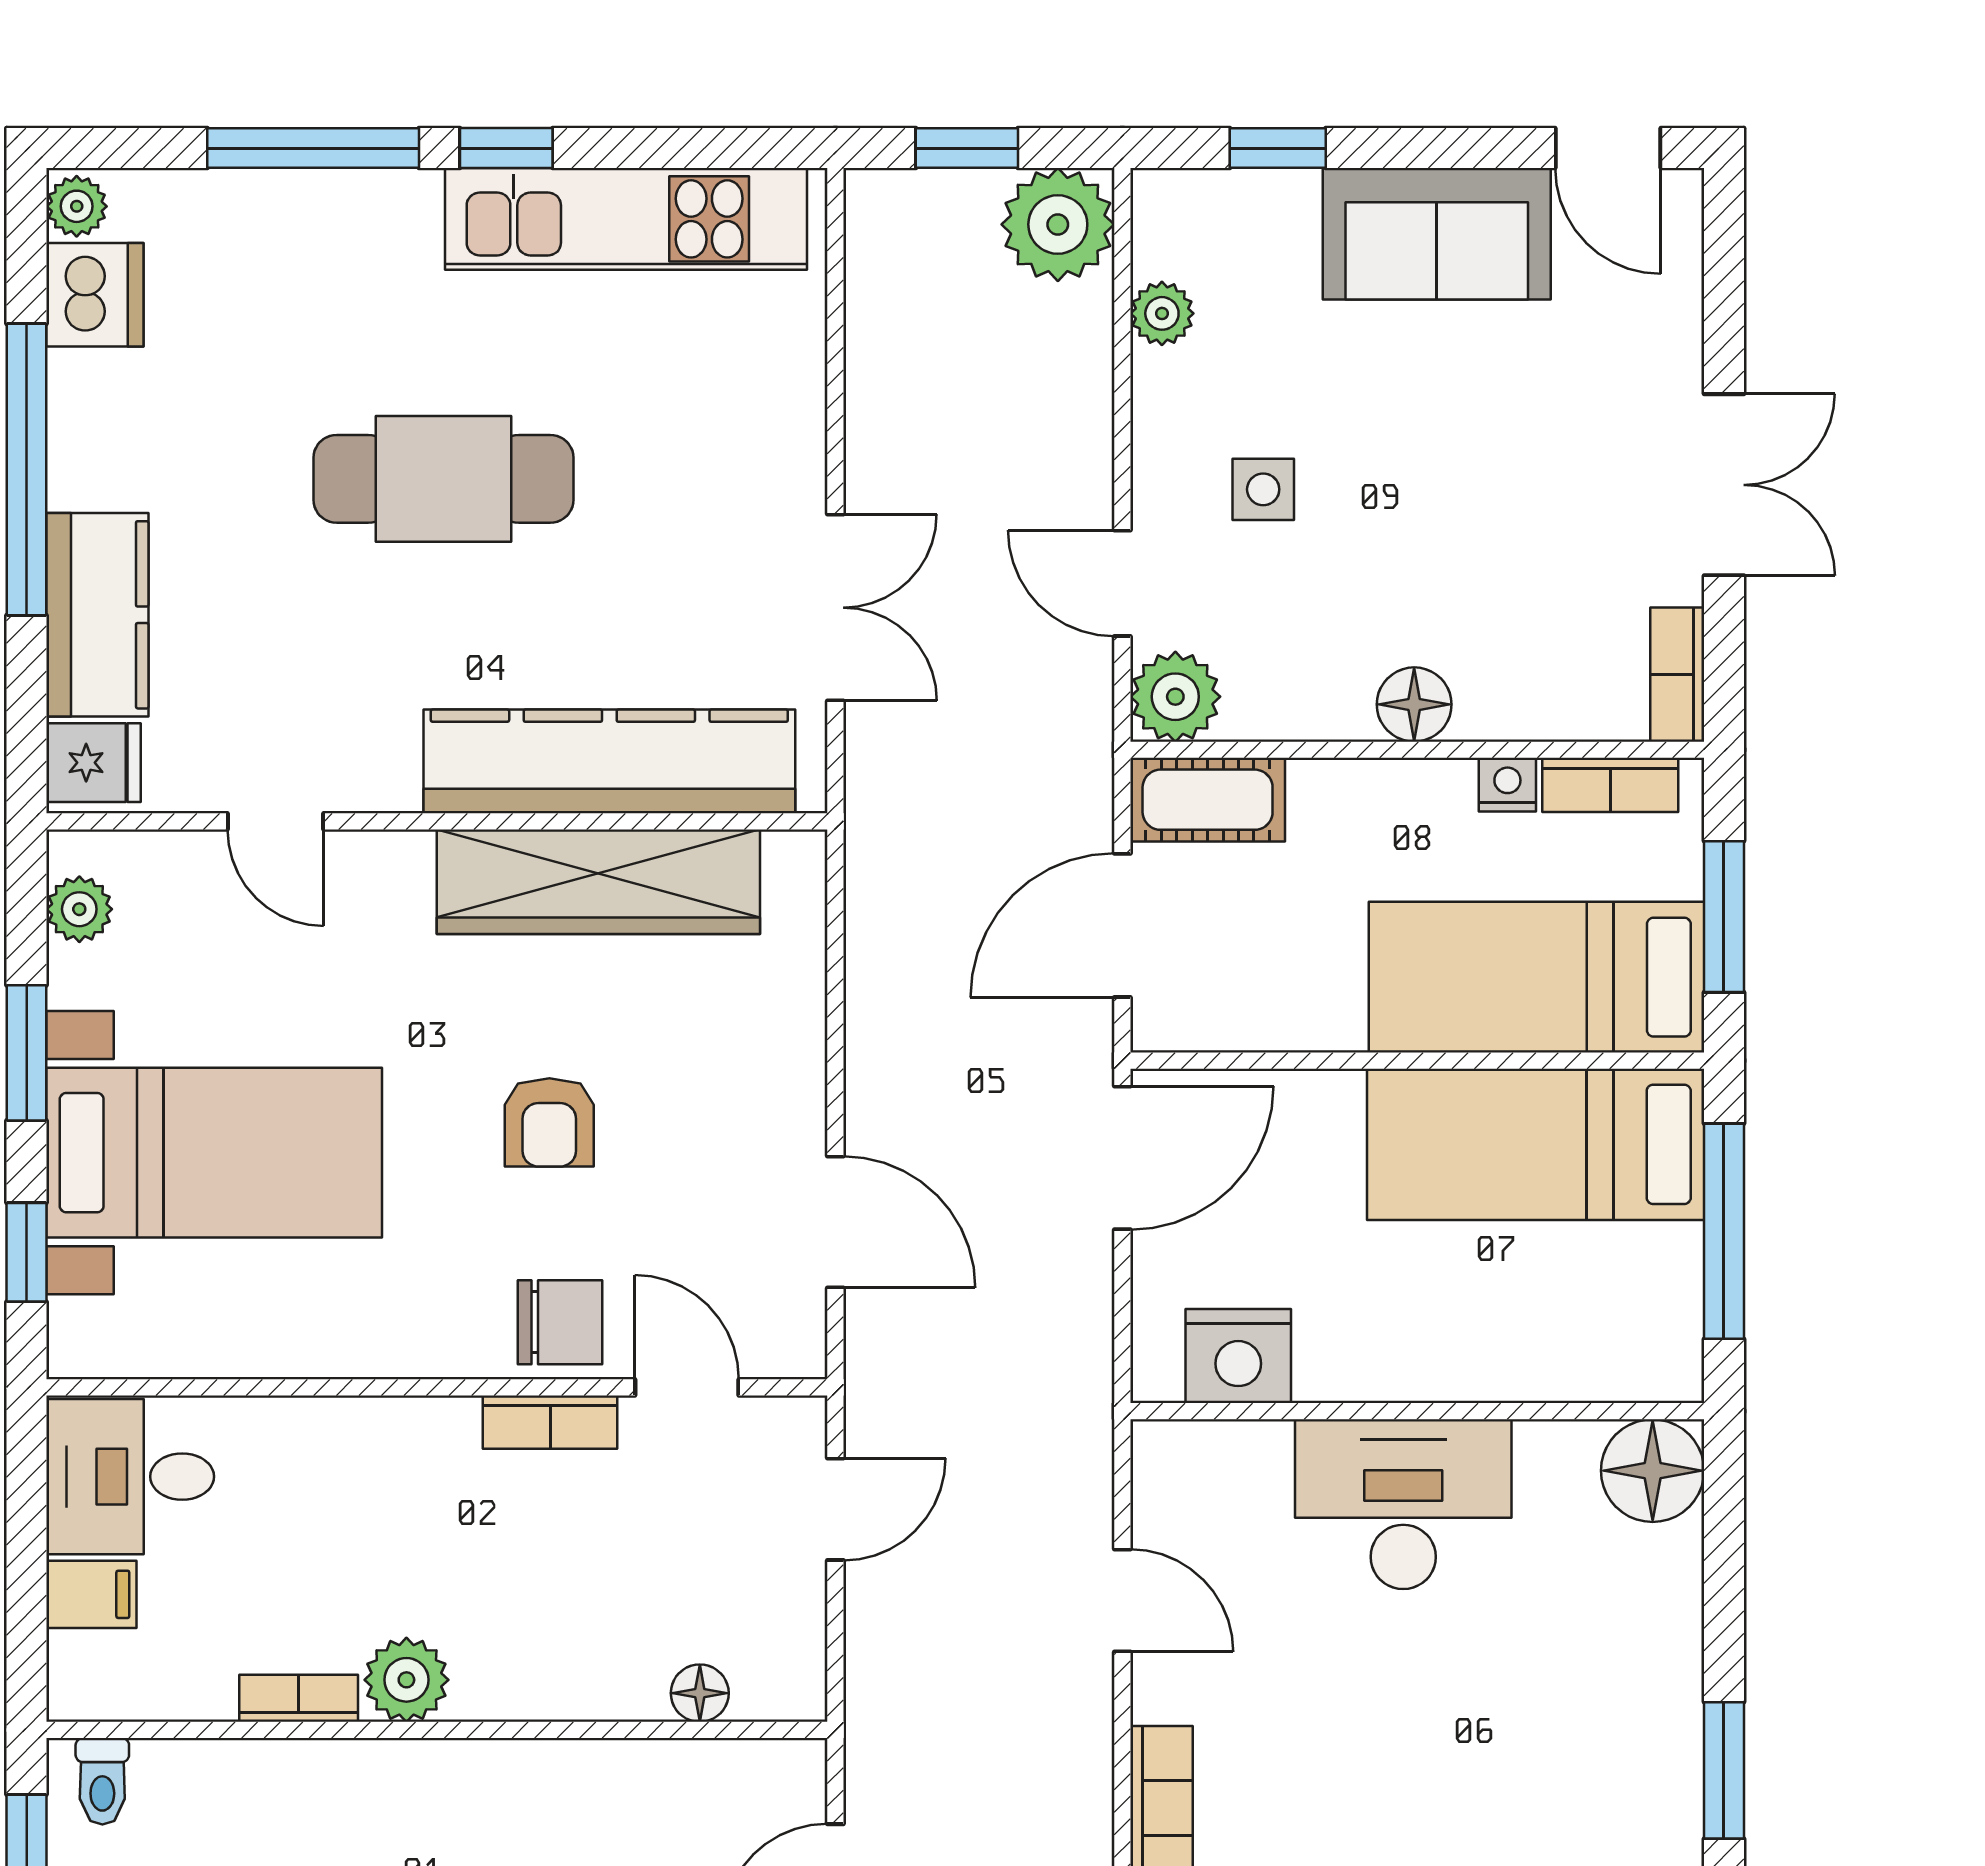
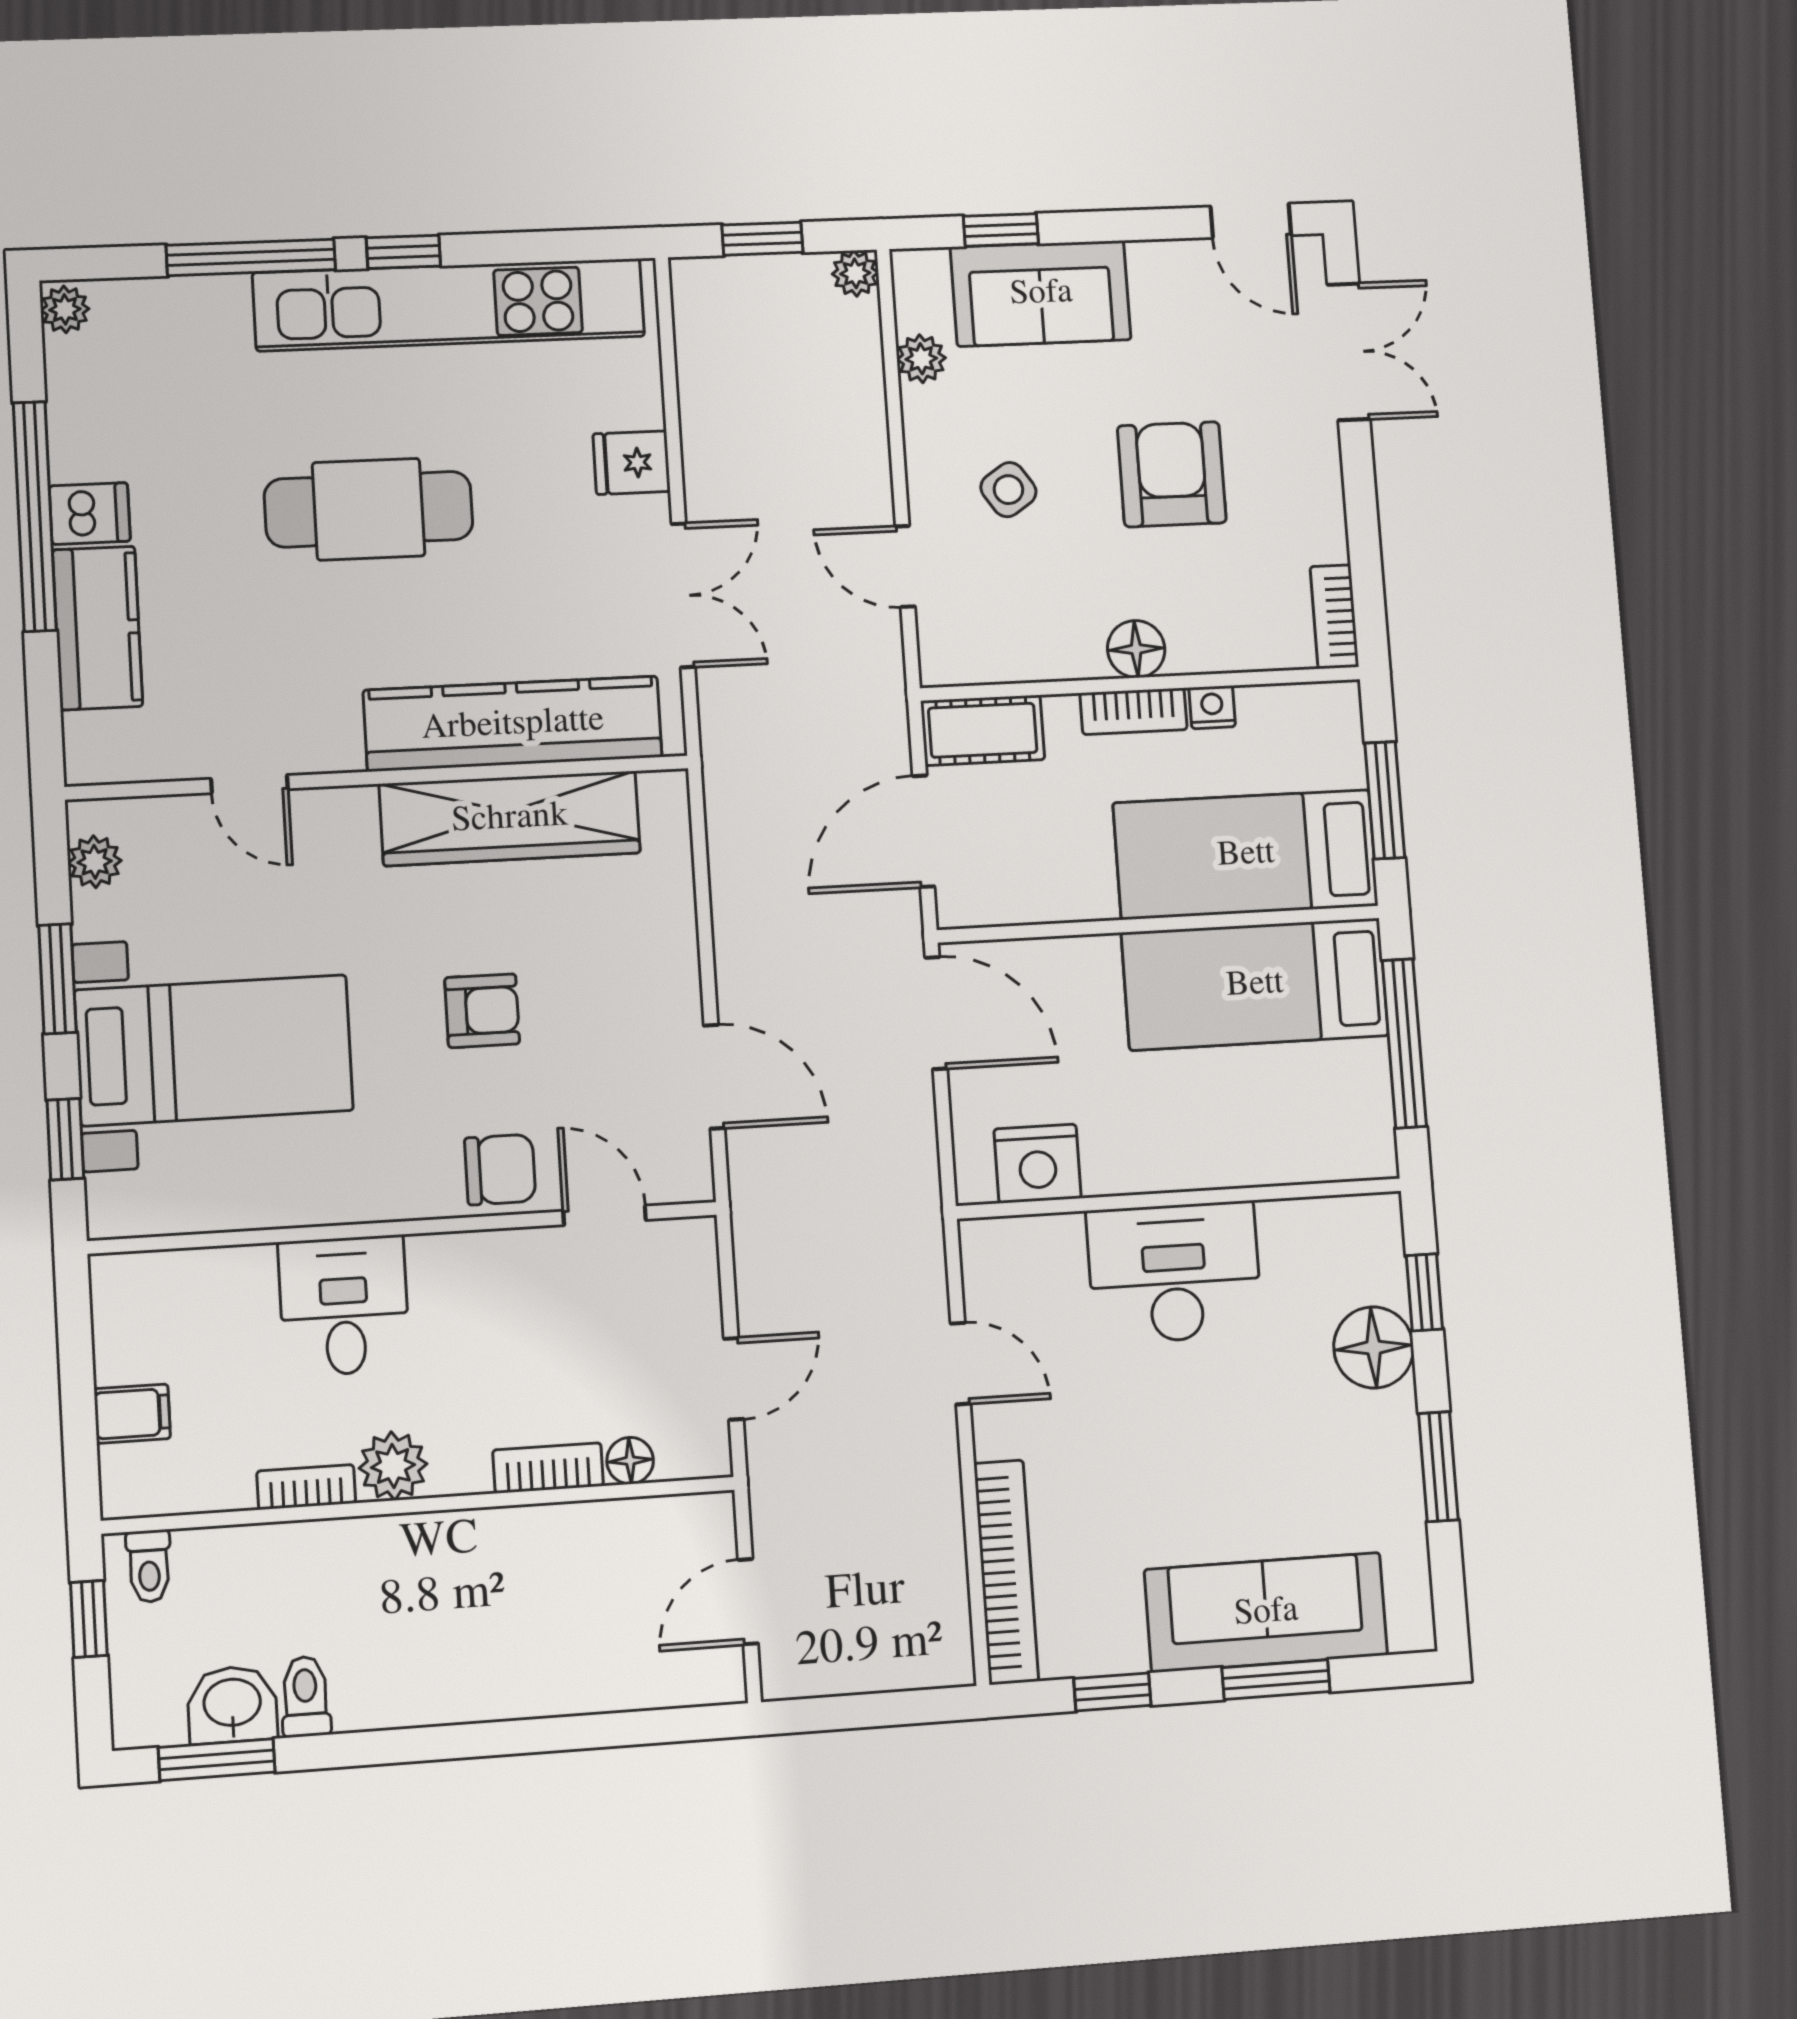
kitchen unit: (626, 219) -> (449, 305), width x1.36
plant: (1058, 224) -> (855, 273), width x0.53, depth x0.53
sofa: (1437, 234) -> (1041, 293), moved
dishwasher: (95, 295) -> (90, 514), moved, width x0.73
armchair: (1478, 479) -> (1172, 474), added
double door: (1724, 485) -> (1349, 352), moved
side table: (1263, 489) -> (1008, 490), turned -34
plant: (1175, 697) -> (952, 652), removed
fridge: (94, 763) -> (632, 463), moved, turned 180
bookcase: (1610, 785) -> (1134, 711), moved
armchair: (549, 1122) -> (482, 1011), turned -90
door: (1122, 1158) -> (936, 1013), hinge flipped
bookcase: (550, 1422) -> (548, 1468), moved, turned 180
floor lamp: (1653, 1471) -> (1374, 1347), moved
desk: (130, 1477) -> (344, 1306), moved, turned 90
door: (835, 1509) -> (734, 1379), moved
window: (1724, 1550) -> (1424, 1292), added

